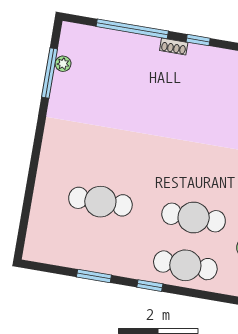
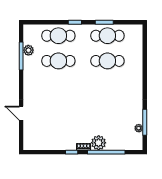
plant: (144, 49) -> (99, 143), added
cafe table: (92, 249) -> (107, 36), added

